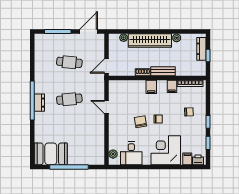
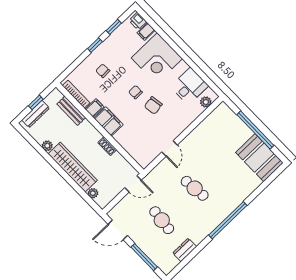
bench: (163, 71) -> (71, 111), moved
filing cabinet: (151, 87) -> (108, 121), width x2.00
dresser: (39, 103) -> (185, 250), moved

